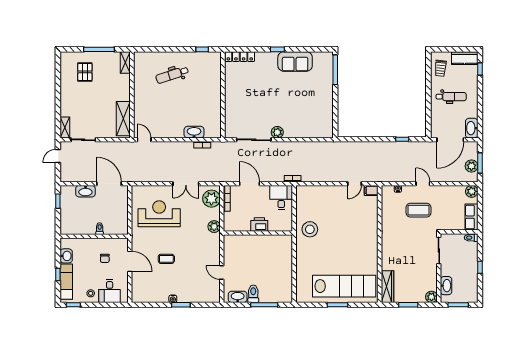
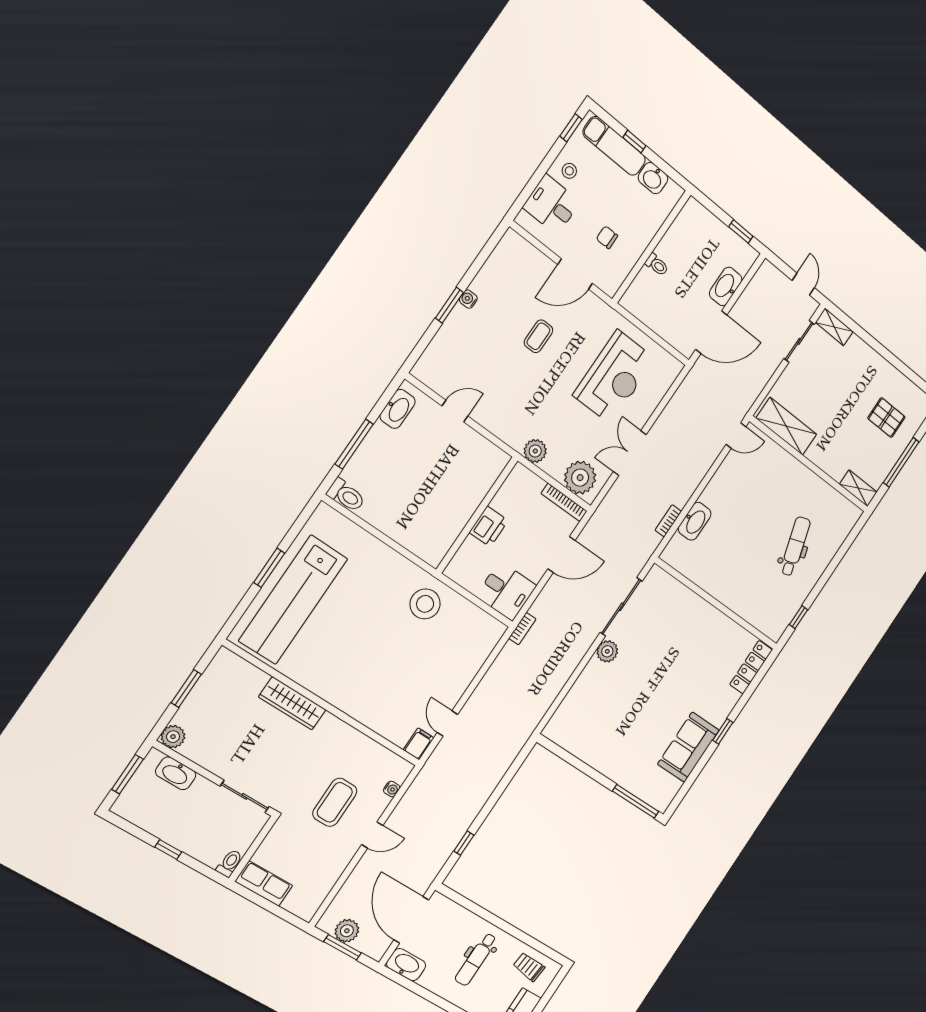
plant: (472, 191) -> (306, 908), removed
wardrobe: (387, 287) -> (292, 703), moved
toilet: (253, 294) -> (346, 495), moved

